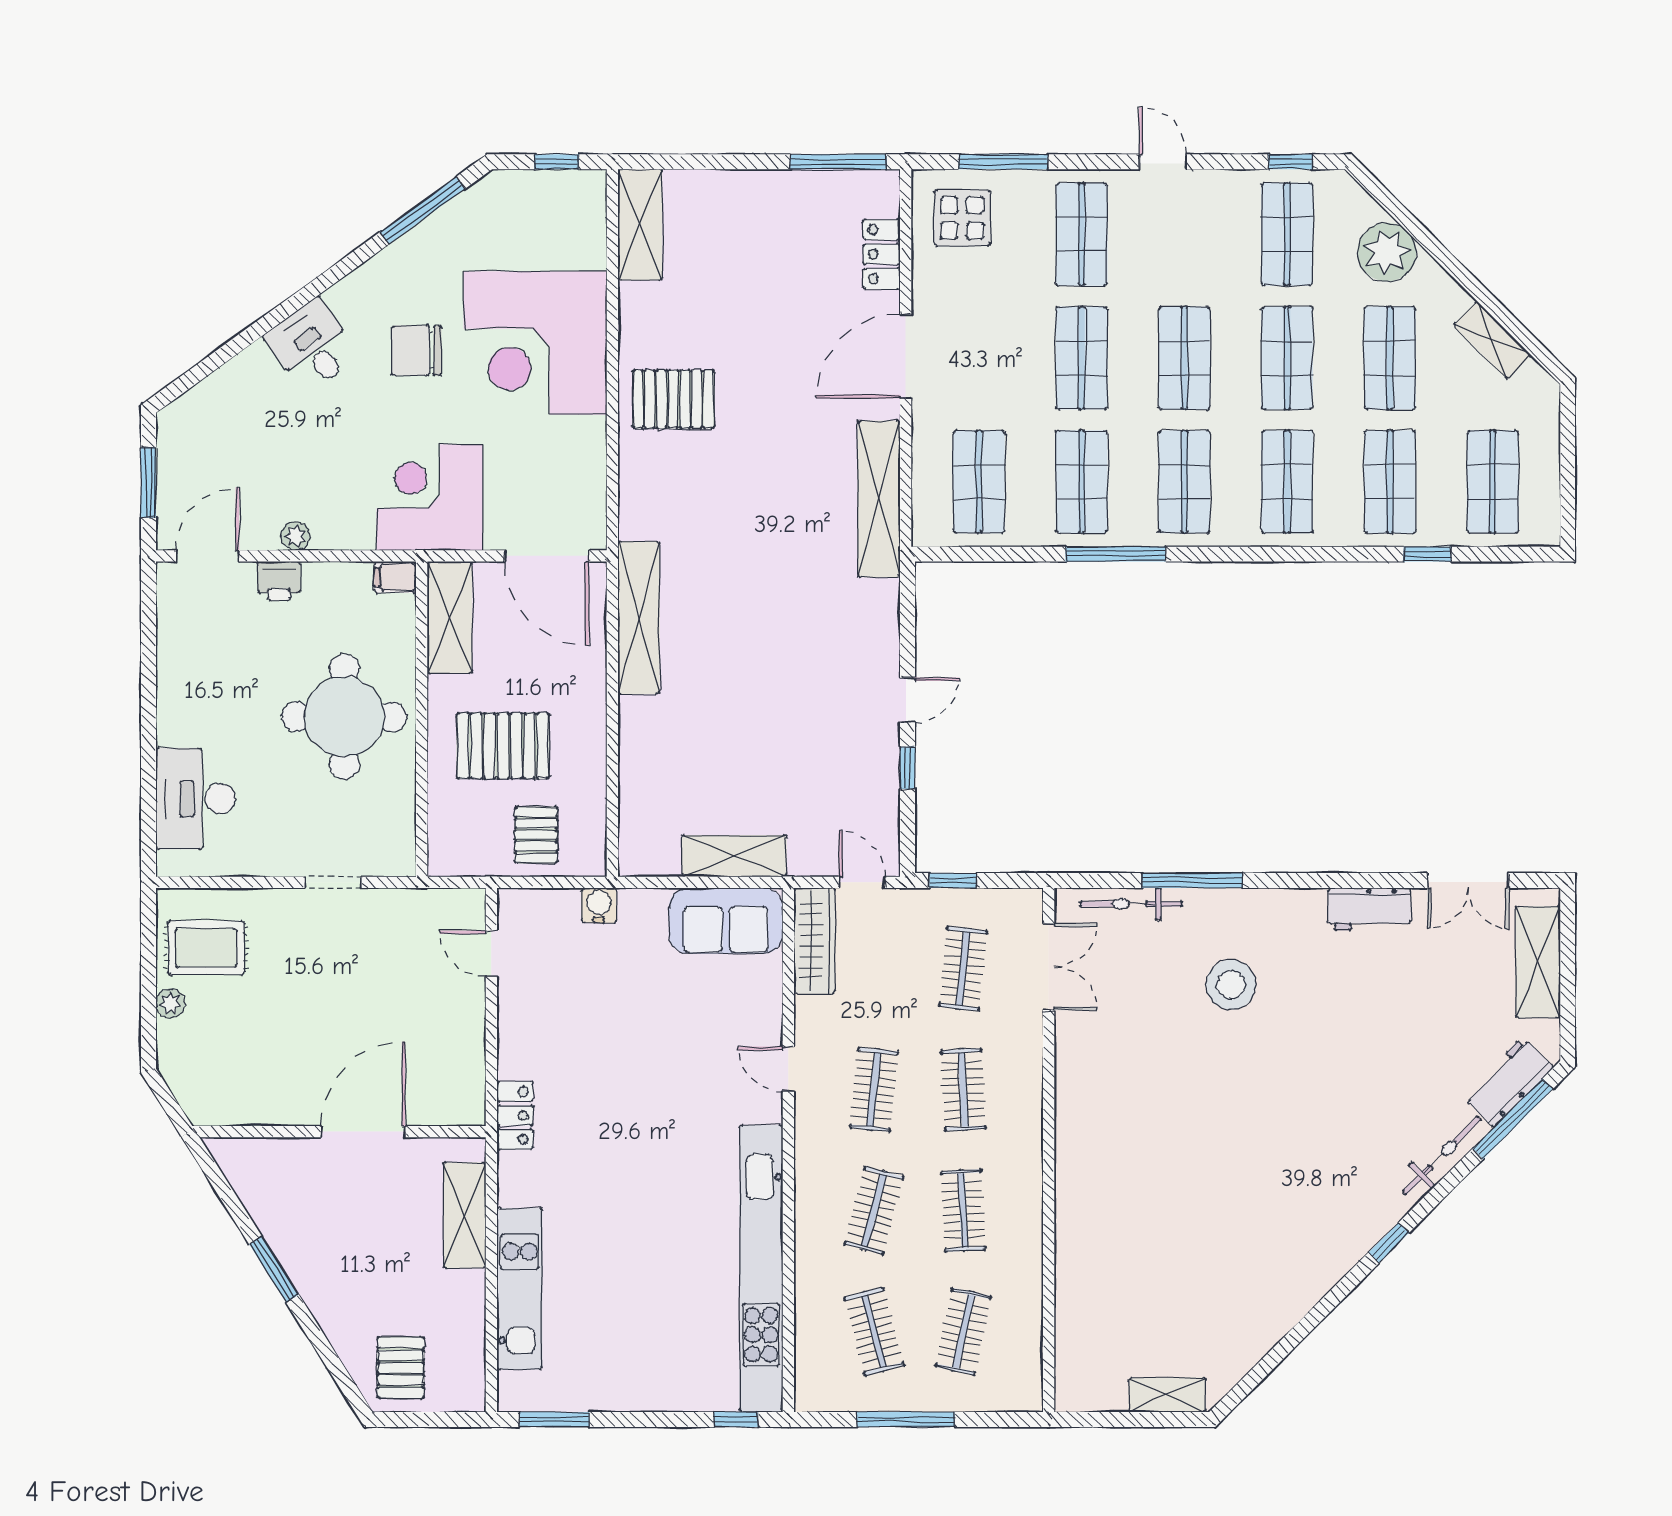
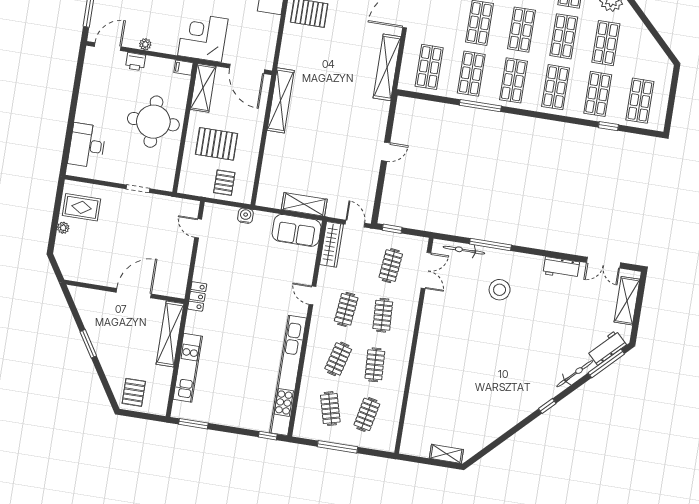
shelving: (1492, 340) -> (649, 43), removed
window: (908, 768) -> (381, 179), removed
shelving: (465, 1215) -> (170, 334), width x1.47

